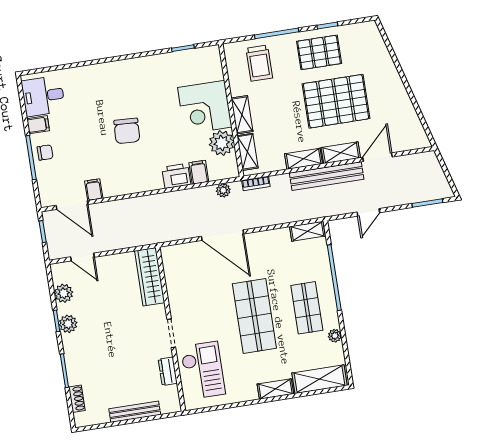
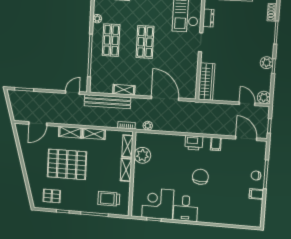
pallet: (319, 52) -> (52, 196), moved, width x0.67, depth x0.71
trolley: (259, 63) -> (109, 199), turned -90
desk: (43, 96) -> (186, 208), moved, turned 90
corner desk: (205, 107) -> (158, 204), moved, turned -90
door: (377, 157) -> (38, 124), moved
filing cabinet: (199, 172) -> (161, 141), removed
printer: (176, 176) -> (194, 143), moved
bench: (327, 176) -> (107, 102), moved
filing cabinet: (94, 190) -> (216, 144), moved
door: (368, 212) -> (72, 92), moved
shelving: (307, 231) -> (124, 90), moved
door: (223, 235) -> (165, 98), moved
plant: (64, 293) -> (264, 97), moved
shop shelf: (254, 316) -> (145, 42), width x0.70, depth x0.74

